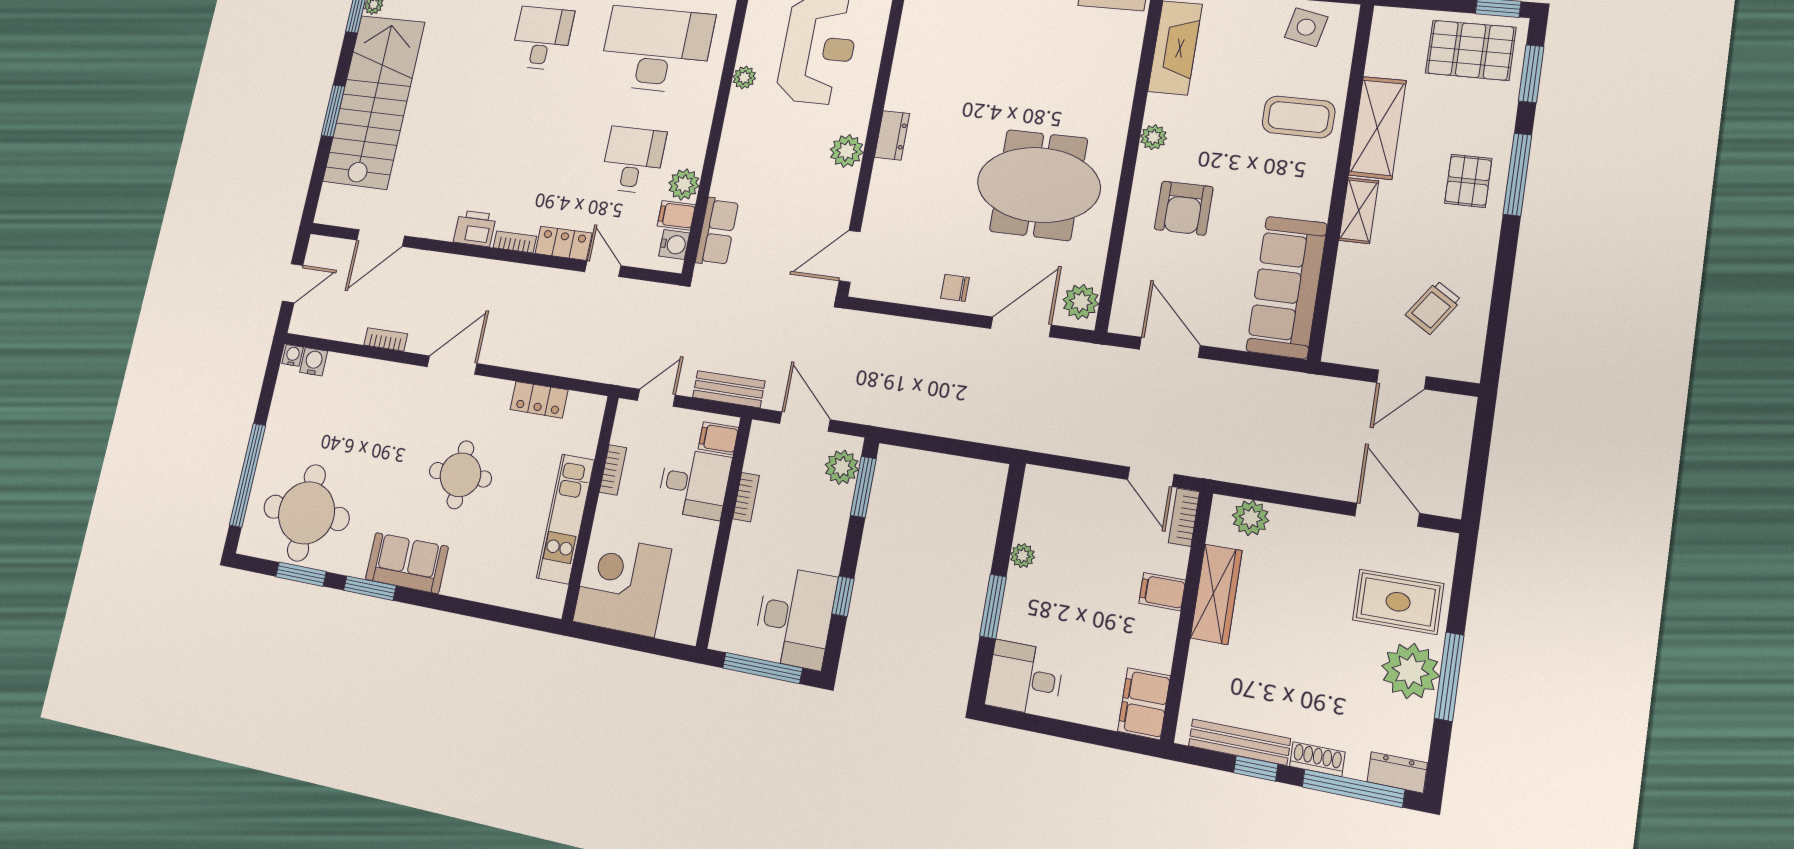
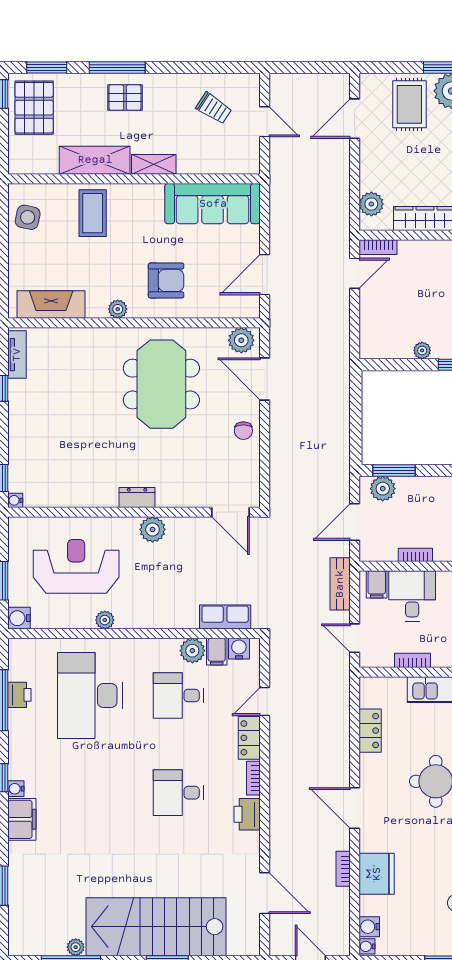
desk: (542, 38) -> (178, 793), moved
fridge: (371, 381) -> (377, 874), added
filing cabinet: (1162, 592) -> (430, 254), removed

